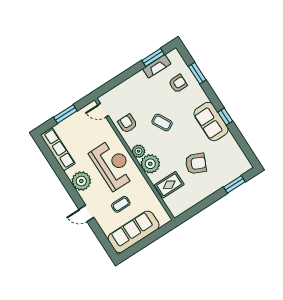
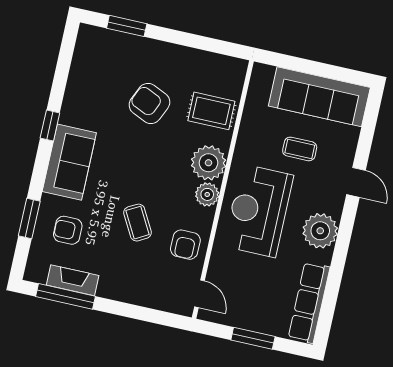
window: (153, 57) -> (65, 296), width x1.44
sofa: (211, 122) -> (69, 162), moved
coffee table: (162, 123) -> (138, 223), moved

